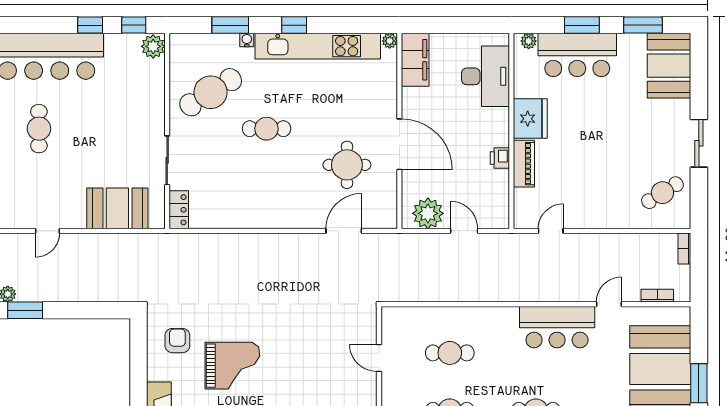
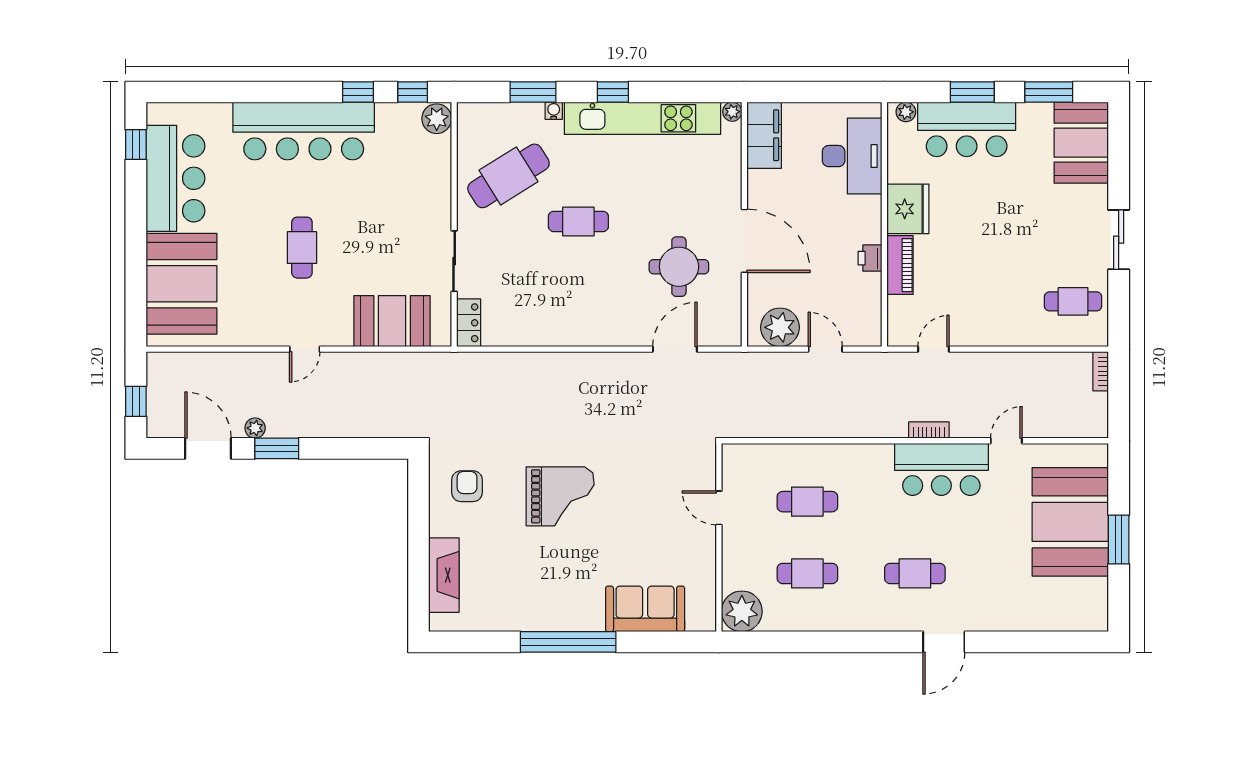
cafe table: (39, 129) -> (302, 248), moved
cafe table: (662, 193) -> (1073, 301), turned 32
bookcase: (657, 296) -> (929, 430), moved
grand piano: (232, 366) -> (560, 496), moved

